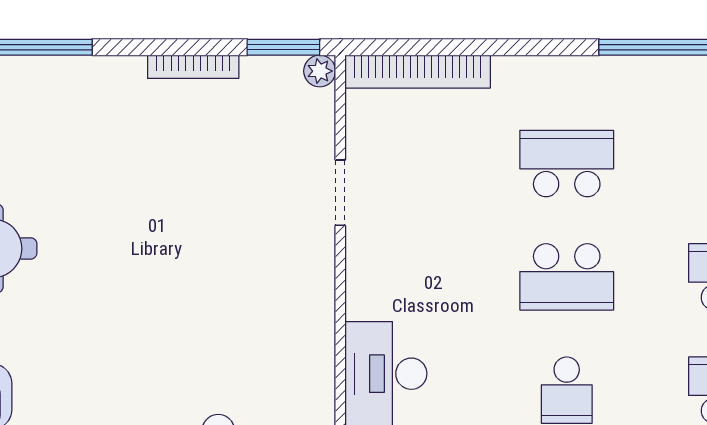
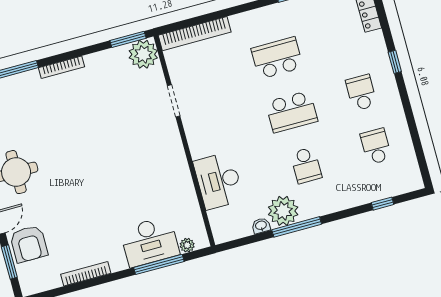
bookcase: (193, 67) -> (62, 67), moved
plant: (320, 71) -> (143, 54), width x1.88, depth x1.88

